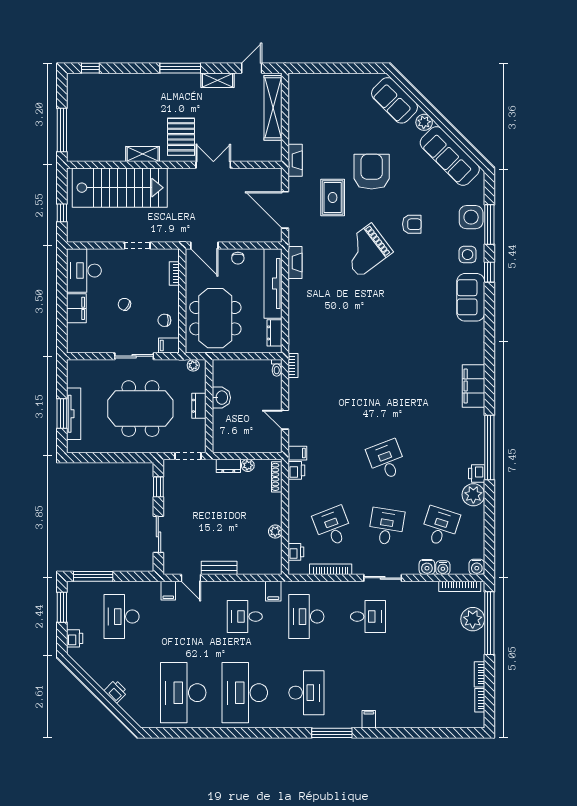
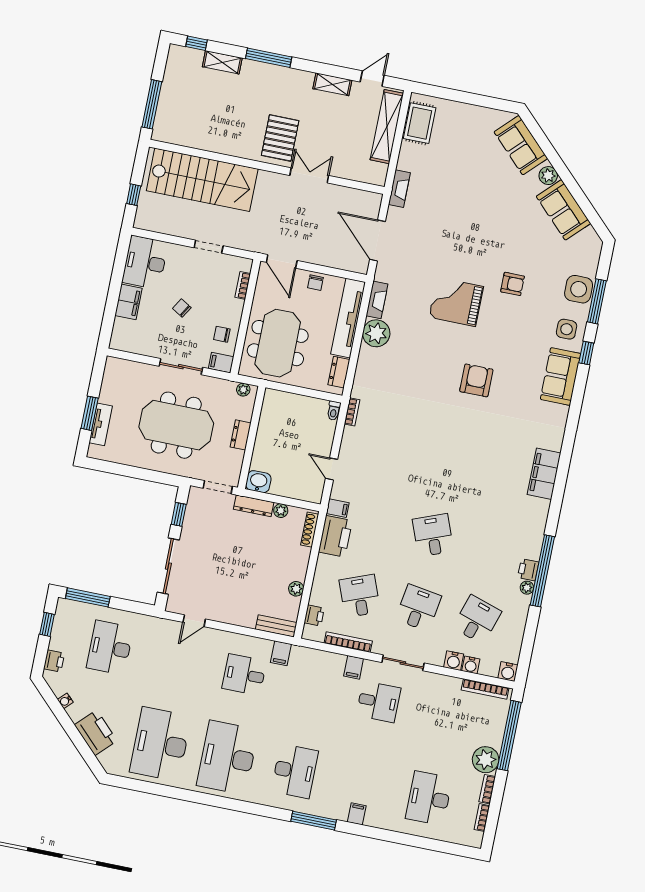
window: (180, 68) -> (269, 58), moved
shelving: (143, 154) -> (222, 62), moved
sofa: (450, 156) -> (563, 210), width x0.73
armchair: (372, 172) -> (476, 380), moved, width x0.73, depth x0.73
rug: (333, 198) -> (420, 123), moved
grand piano: (365, 250) -> (456, 302), turned 37
plant: (300, 292) -> (376, 333), added
washbasin: (221, 398) -> (258, 482), moved, turned -90
tv unit: (74, 414) -> (101, 424), width x0.71
window: (489, 447) -> (542, 571), moved
dresser: (228, 466) -> (254, 506), width x1.44
printer: (296, 470) -> (335, 536), width x1.87, depth x1.48
plant: (473, 495) -> (527, 588), width x0.53, depth x0.53
sliding door: (158, 534) -> (168, 566), width x1.37
bench: (219, 568) -> (276, 626), moved
door: (191, 578) -> (194, 621), hinge flipped
filing cabinet: (168, 591) -> (354, 667), moved
window: (62, 607) -> (47, 624), width x0.67
desk: (306, 617) -> (429, 798), moved
plant: (473, 619) -> (486, 760), moved
water cooler: (92, 671) -> (65, 701), added
printer: (116, 691) -> (96, 733), width x1.87, depth x1.48

